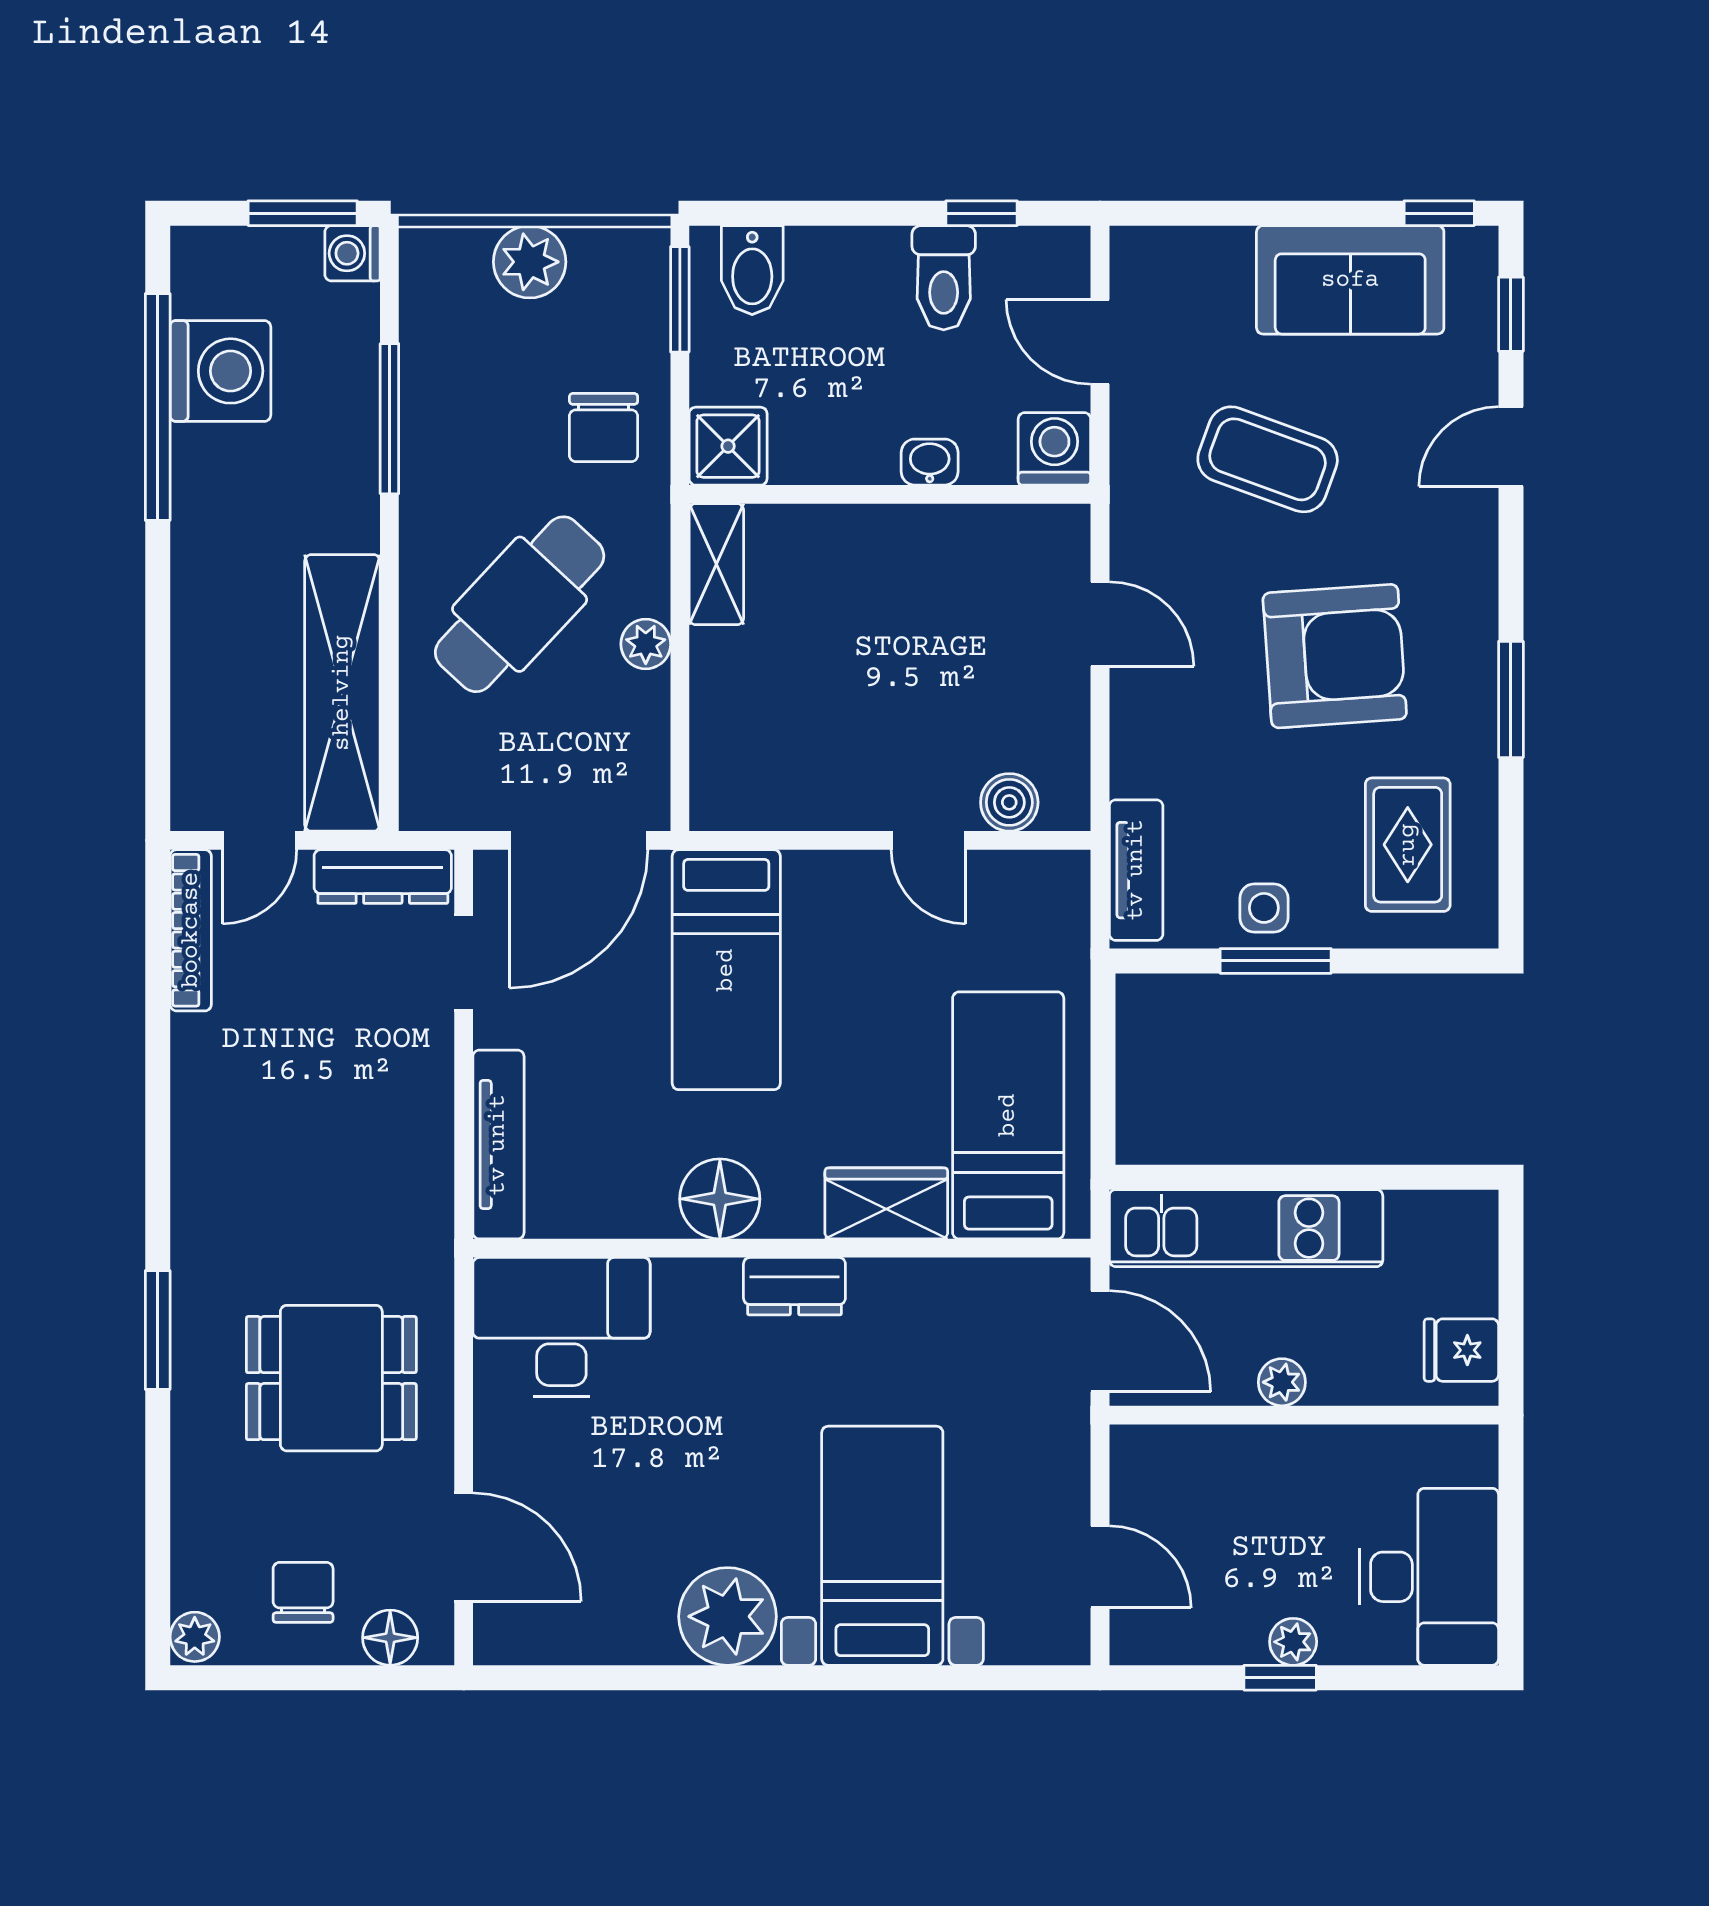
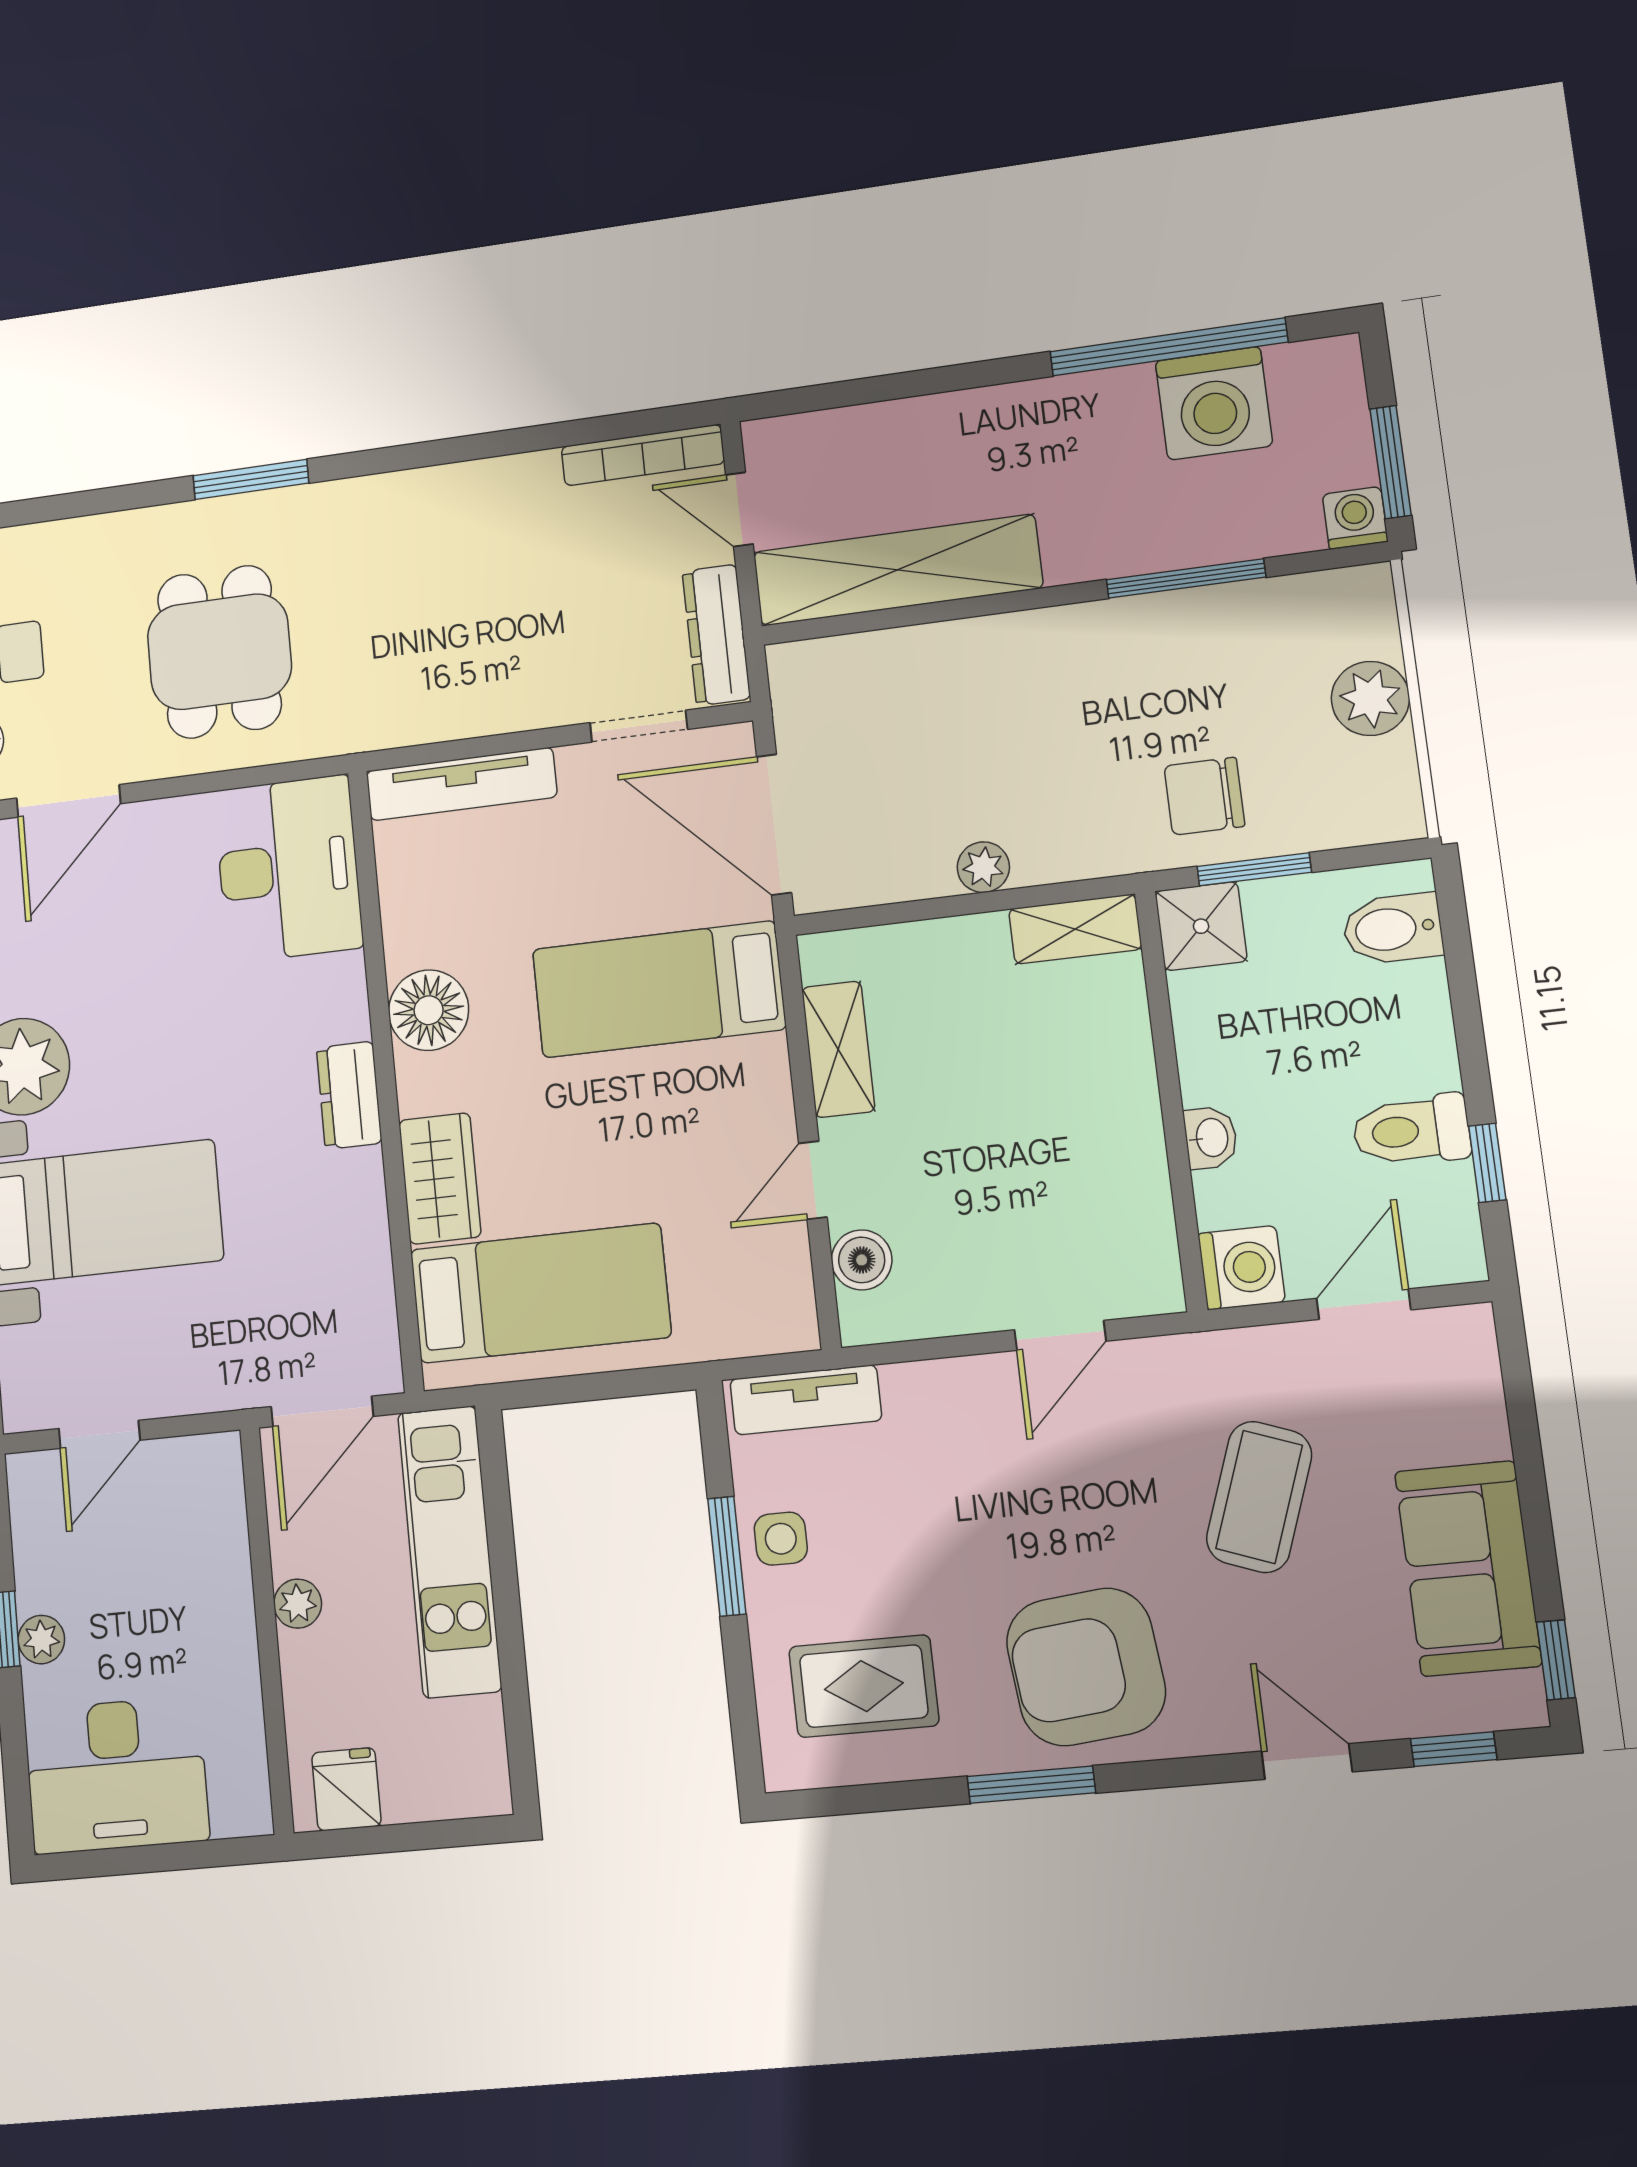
window: (680, 299) -> (1254, 869), moved
cafe table: (520, 604) -> (1009, 734), removed
armchair: (1335, 656) -> (1086, 1667), moved, turned 88
shelving: (805, 802) -> (838, 1049), added

